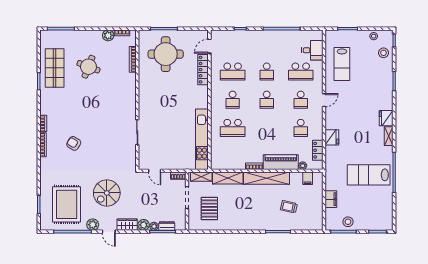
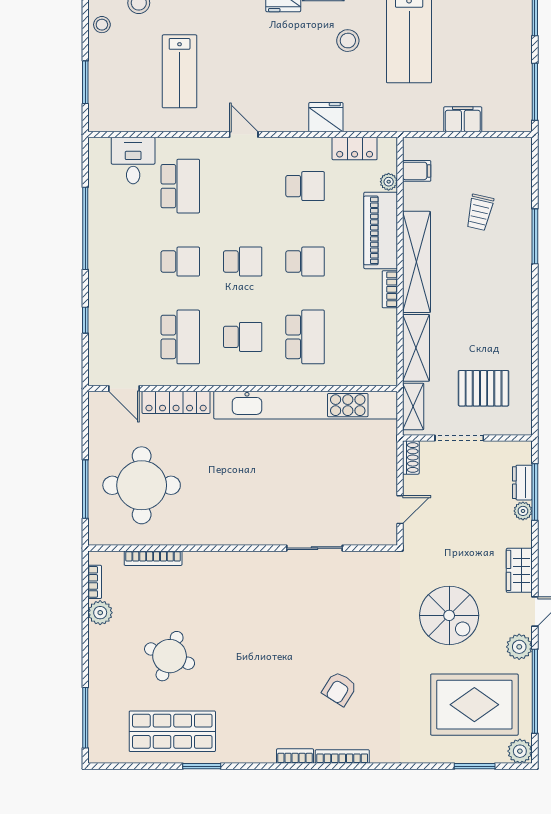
lab bench: (342, 64) -> (180, 71), moved, turned 90
school desk: (301, 100) -> (305, 262), moved
kitchen unit: (202, 139) -> (306, 405), width x1.36
stool: (348, 222) -> (348, 41), moved
plant: (144, 225) -> (520, 751), moved

